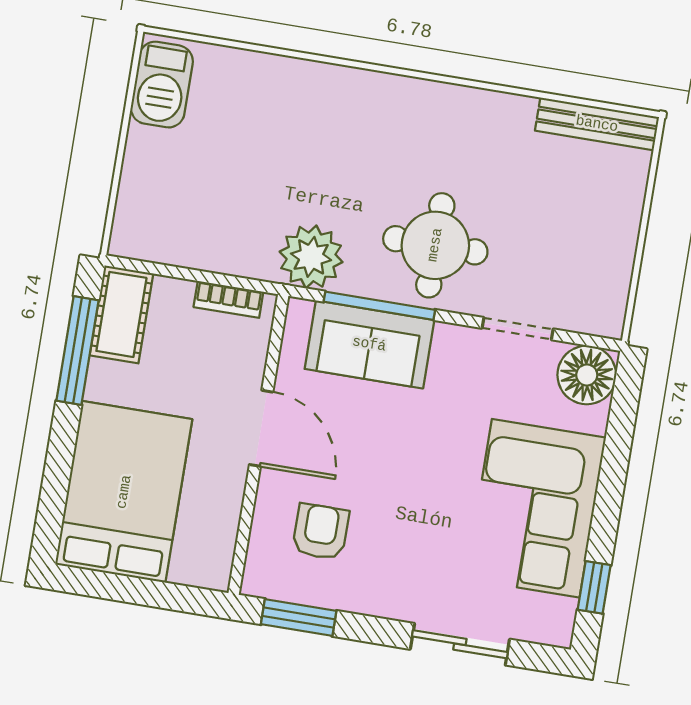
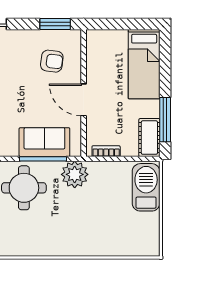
barbecue: (162, 85) -> (146, 187), moved, width x1.37, depth x1.21
bed: (124, 492) -> (144, 64), width x0.67
armchair: (321, 532) -> (52, 61), turned -83

